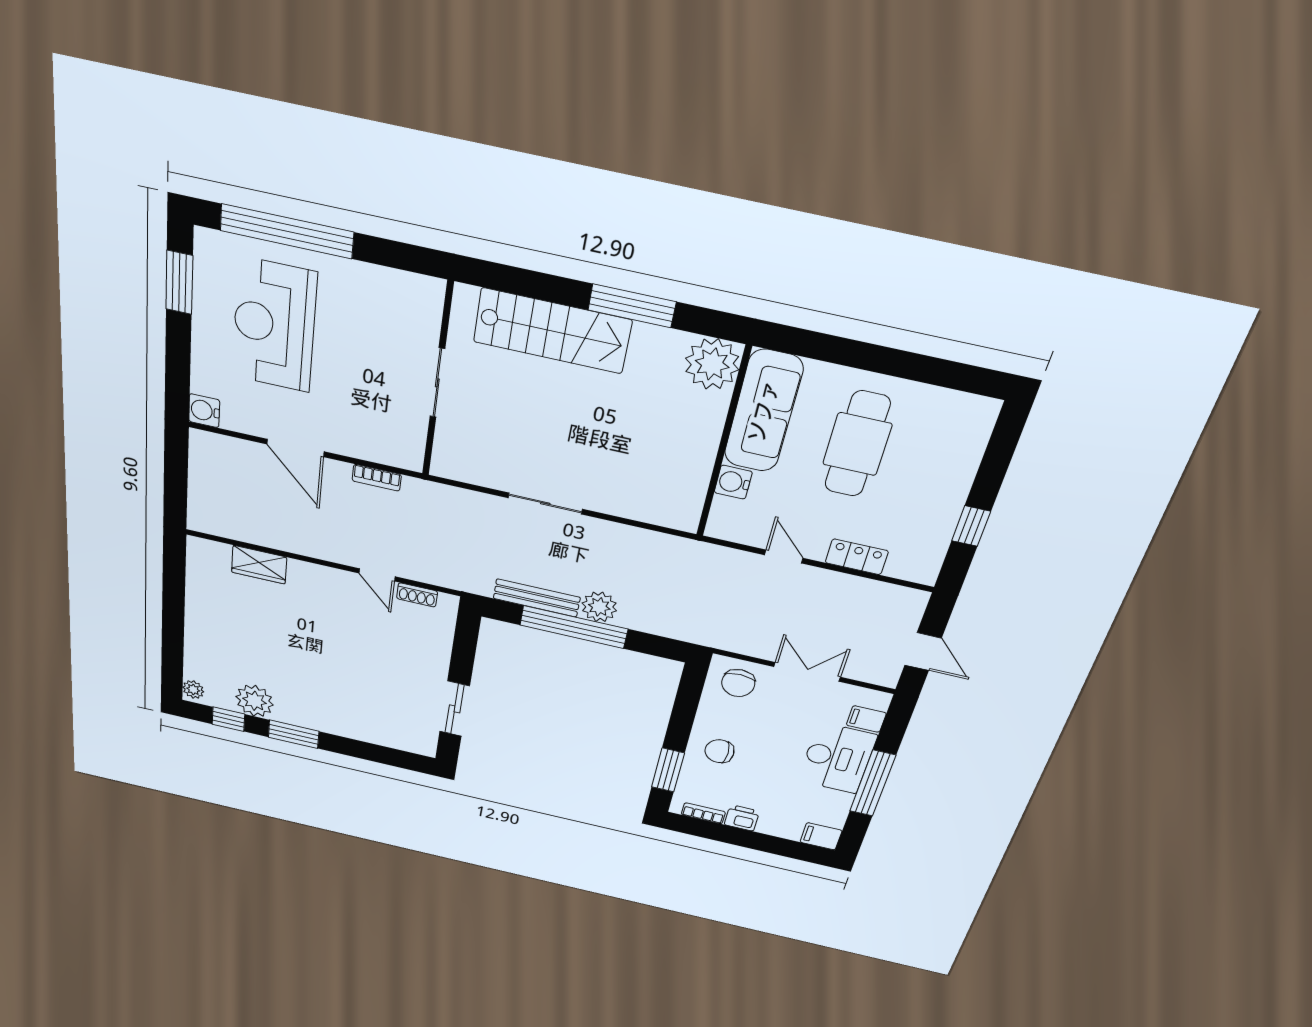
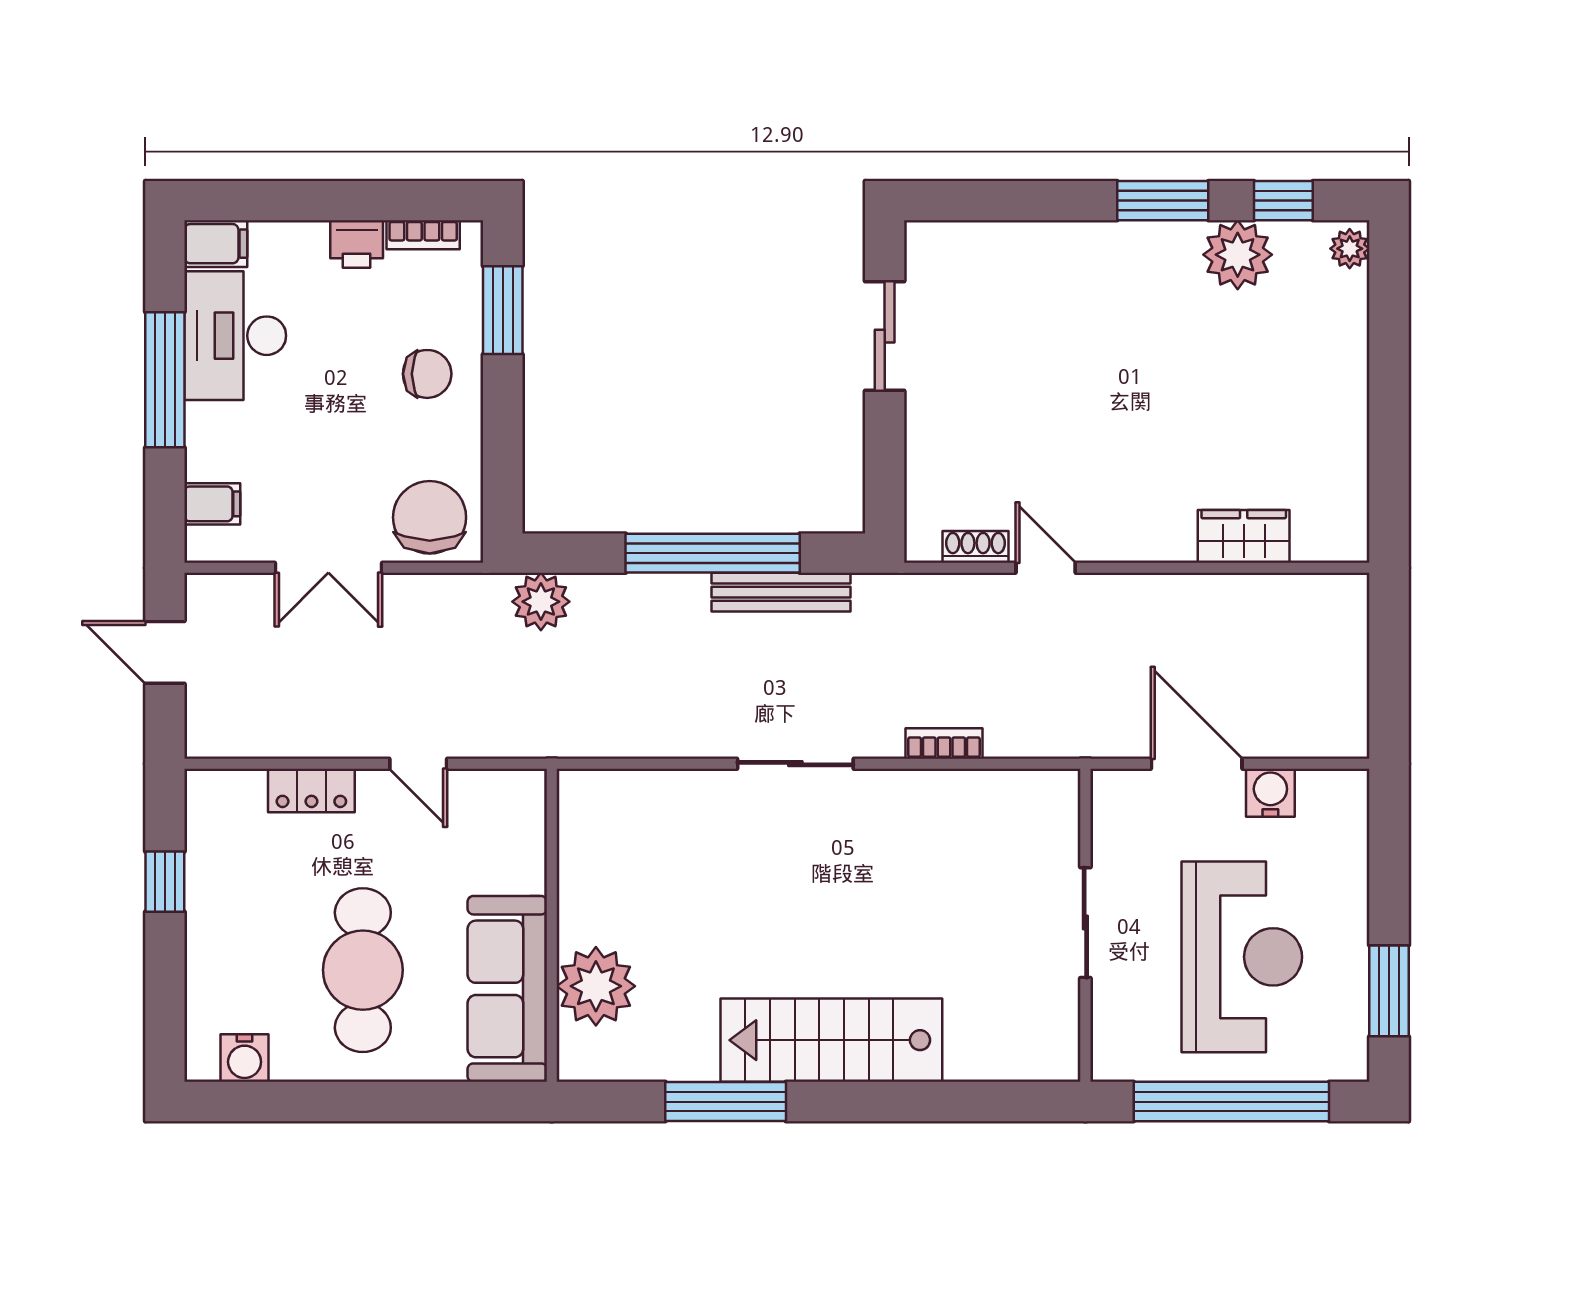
plant: (712, 364) -> (596, 986), moved
wall: (438, 381) -> (1085, 925), moved
sliding door: (437, 383) -> (1085, 923), moved
water cooler: (204, 411) -> (1270, 793), moved, turned -90
bookcase: (377, 478) -> (944, 743), moved
water cooler: (733, 482) -> (245, 1058), moved, turned 90
plant: (599, 607) -> (541, 602), moved
chair: (738, 683) -> (430, 517), width x1.37, depth x1.37
desk: (837, 758) -> (235, 336), moved

